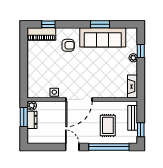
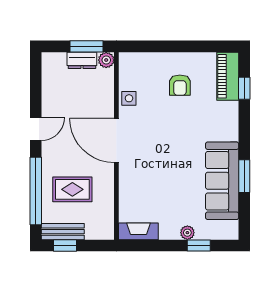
armchair: (68, 45) -> (180, 85), moved
bench: (133, 118) -> (63, 232), moved

